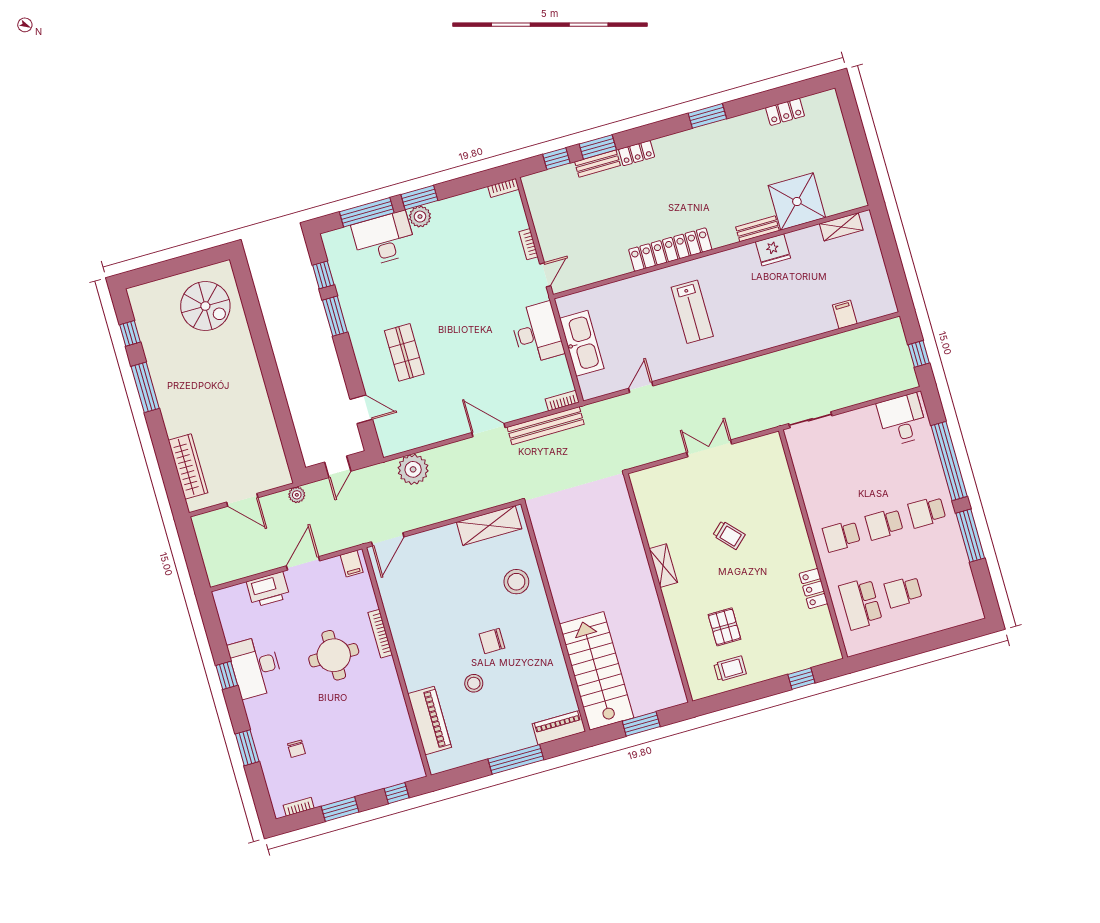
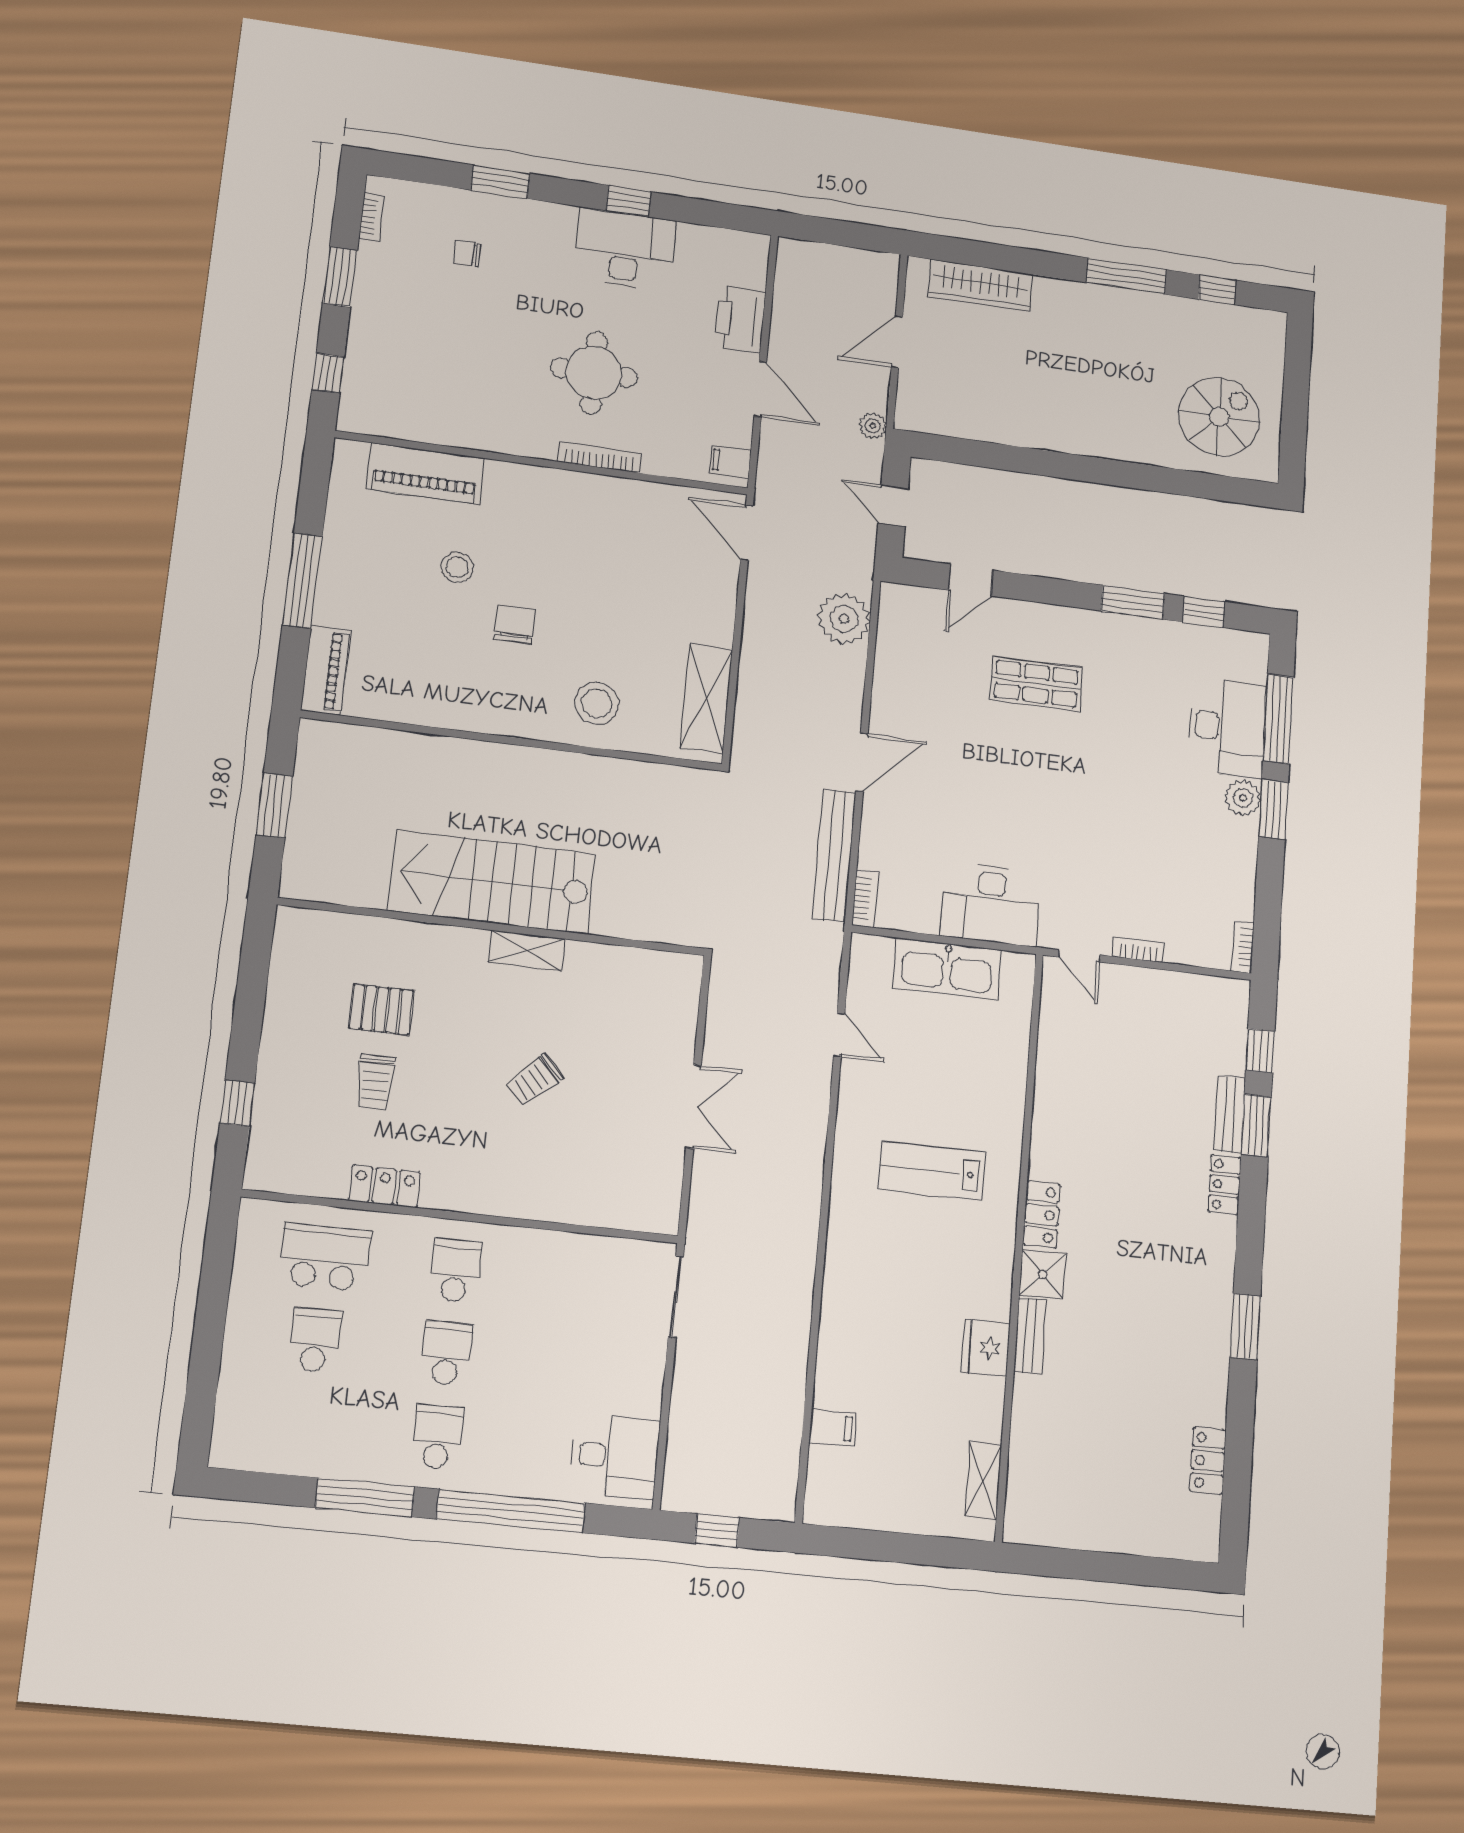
shower: (797, 202) -> (1043, 1274), moved, width x0.54, depth x0.54
locker: (670, 250) -> (1042, 1215), width x0.46, depth x0.83
spiral stairs: (205, 306) -> (1219, 417), turned 180
trolley: (730, 669) -> (375, 1082), moved
stairs: (597, 671) -> (492, 882), moved, turned 180

